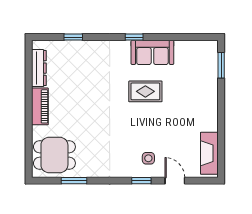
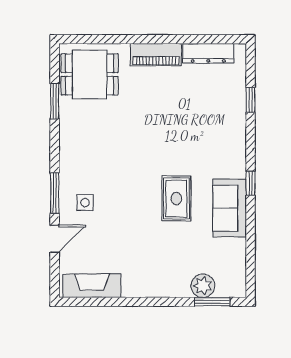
plant: (209, 72) -> (203, 286), added
dining table: (54, 155) -> (90, 74), turned 90
window: (141, 181) -> (55, 193), width x1.50

